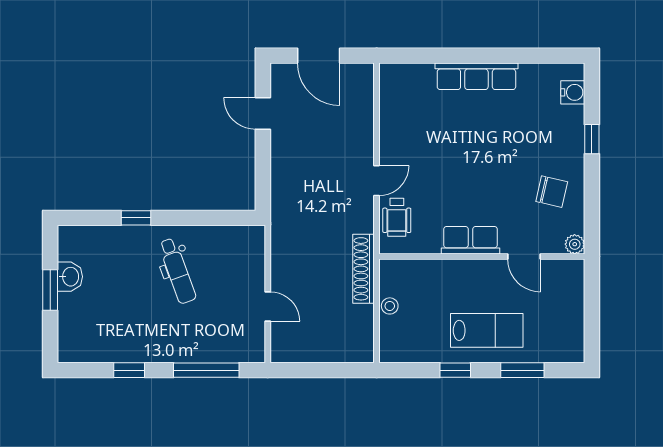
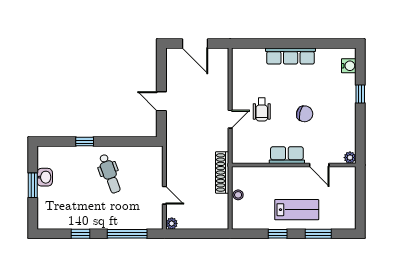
door: (263, 113) -> (161, 101), moved
chair: (552, 192) -> (305, 114), moved
wheelchair: (397, 217) -> (262, 110), moved
plant: (280, 353) -> (172, 223), added

